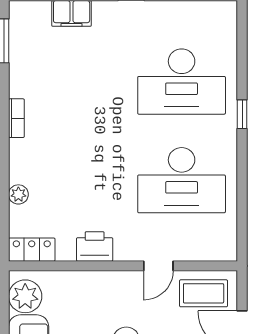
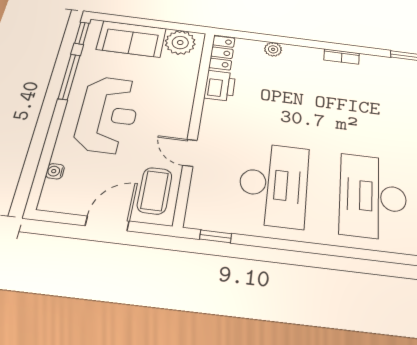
window: (242, 114) -> (216, 236), moved
desk: (182, 180) -> (274, 184), turned 180
printer: (95, 246) -> (220, 86), moved

